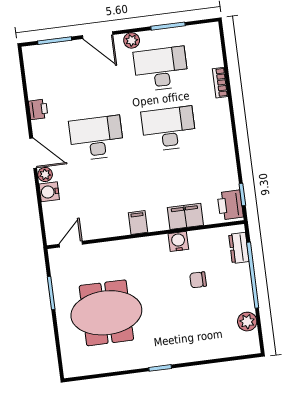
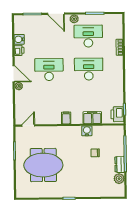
water cooler: (49, 192) -> (19, 39), moved
dresser: (239, 248) -> (120, 164), moved

